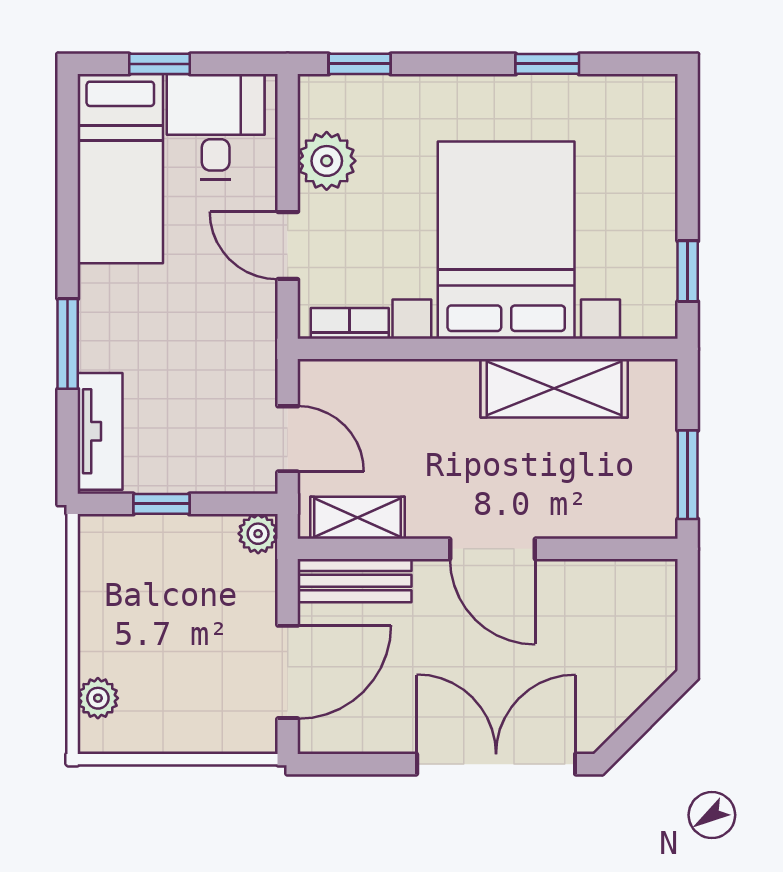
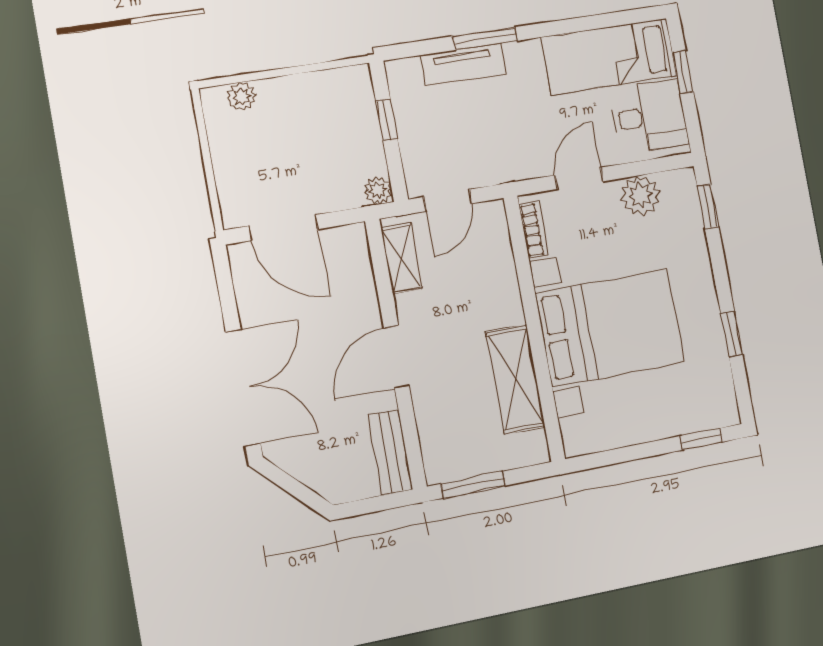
window: (688, 271) -> (701, 439), moved
tv unit: (100, 431) -> (463, 65), moved
bench: (355, 581) -> (390, 452), moved

